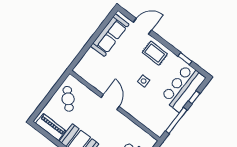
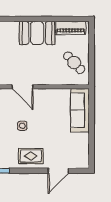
sofa: (110, 35) -> (80, 110), moved
door: (110, 102) -> (22, 87), moved

